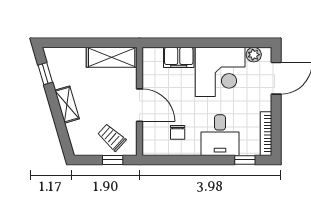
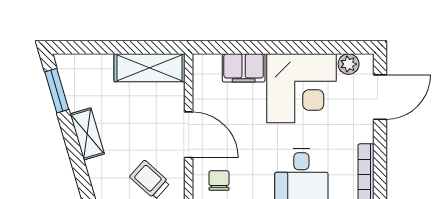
window: (45, 74) -> (57, 91), width x1.50
chair: (178, 132) -> (219, 181), moved, turned 180

